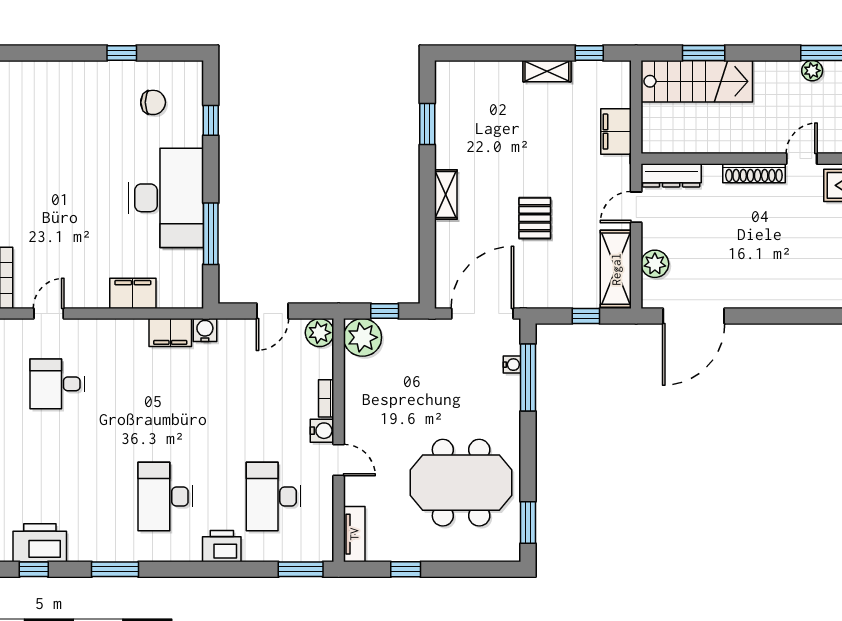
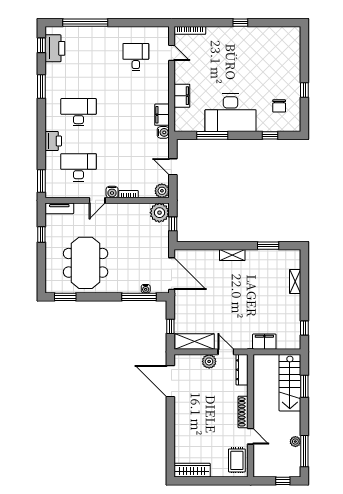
shelving: (547, 71) -> (295, 281), moved
pallet: (535, 218) -> (220, 300), removed
plant: (655, 264) -> (209, 361), moved

